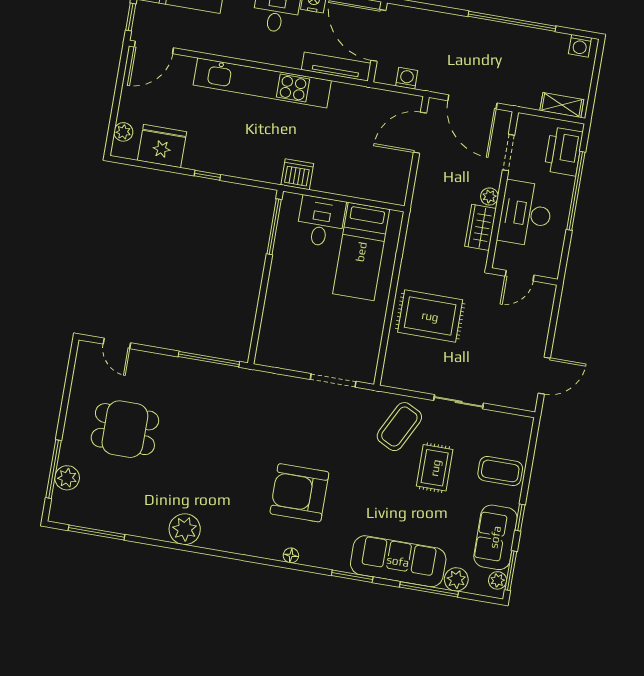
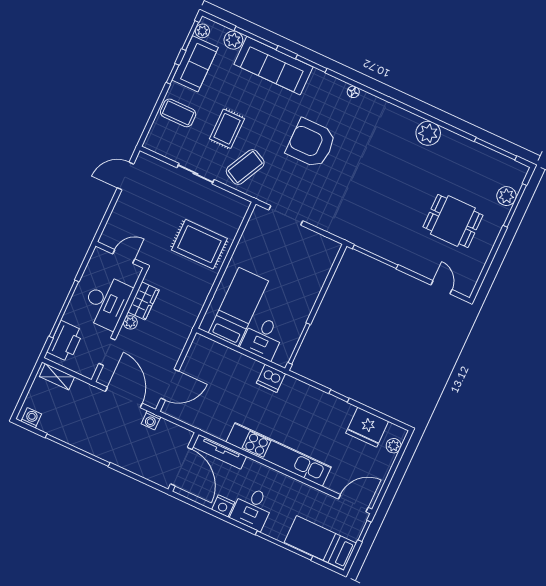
washing machine: (407, 78) -> (151, 420), moved
armchair: (299, 493) -> (311, 143), moved, turned 180

